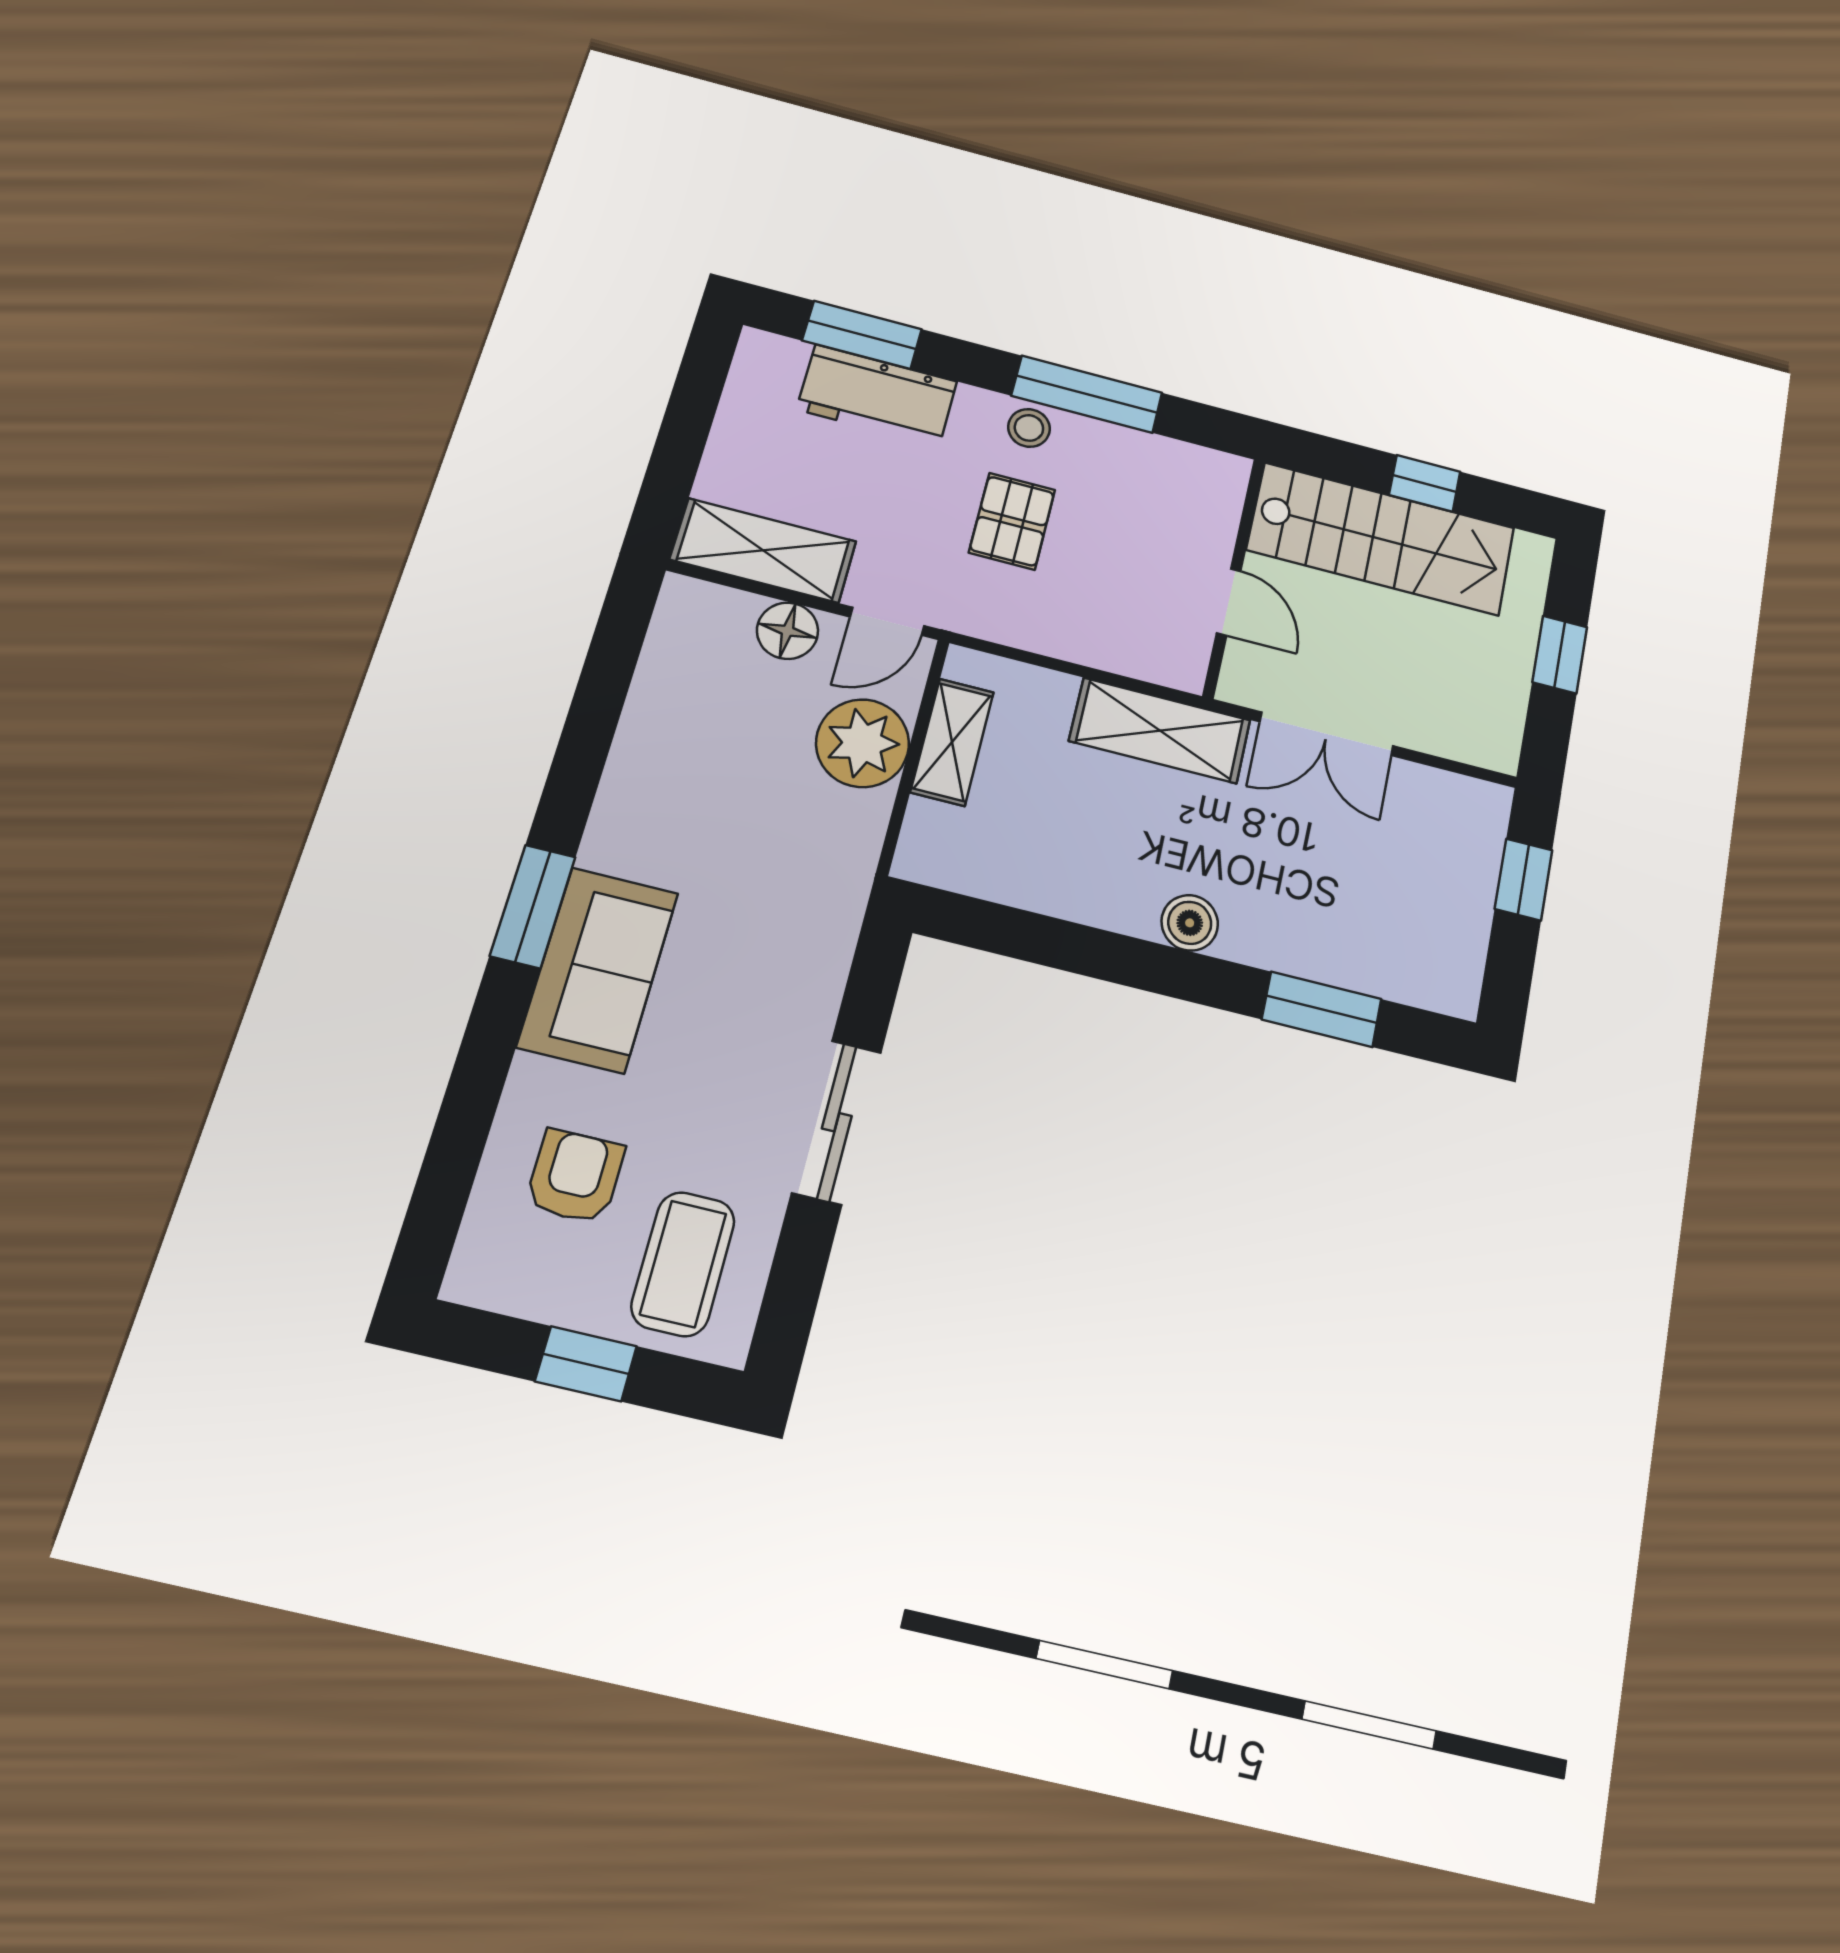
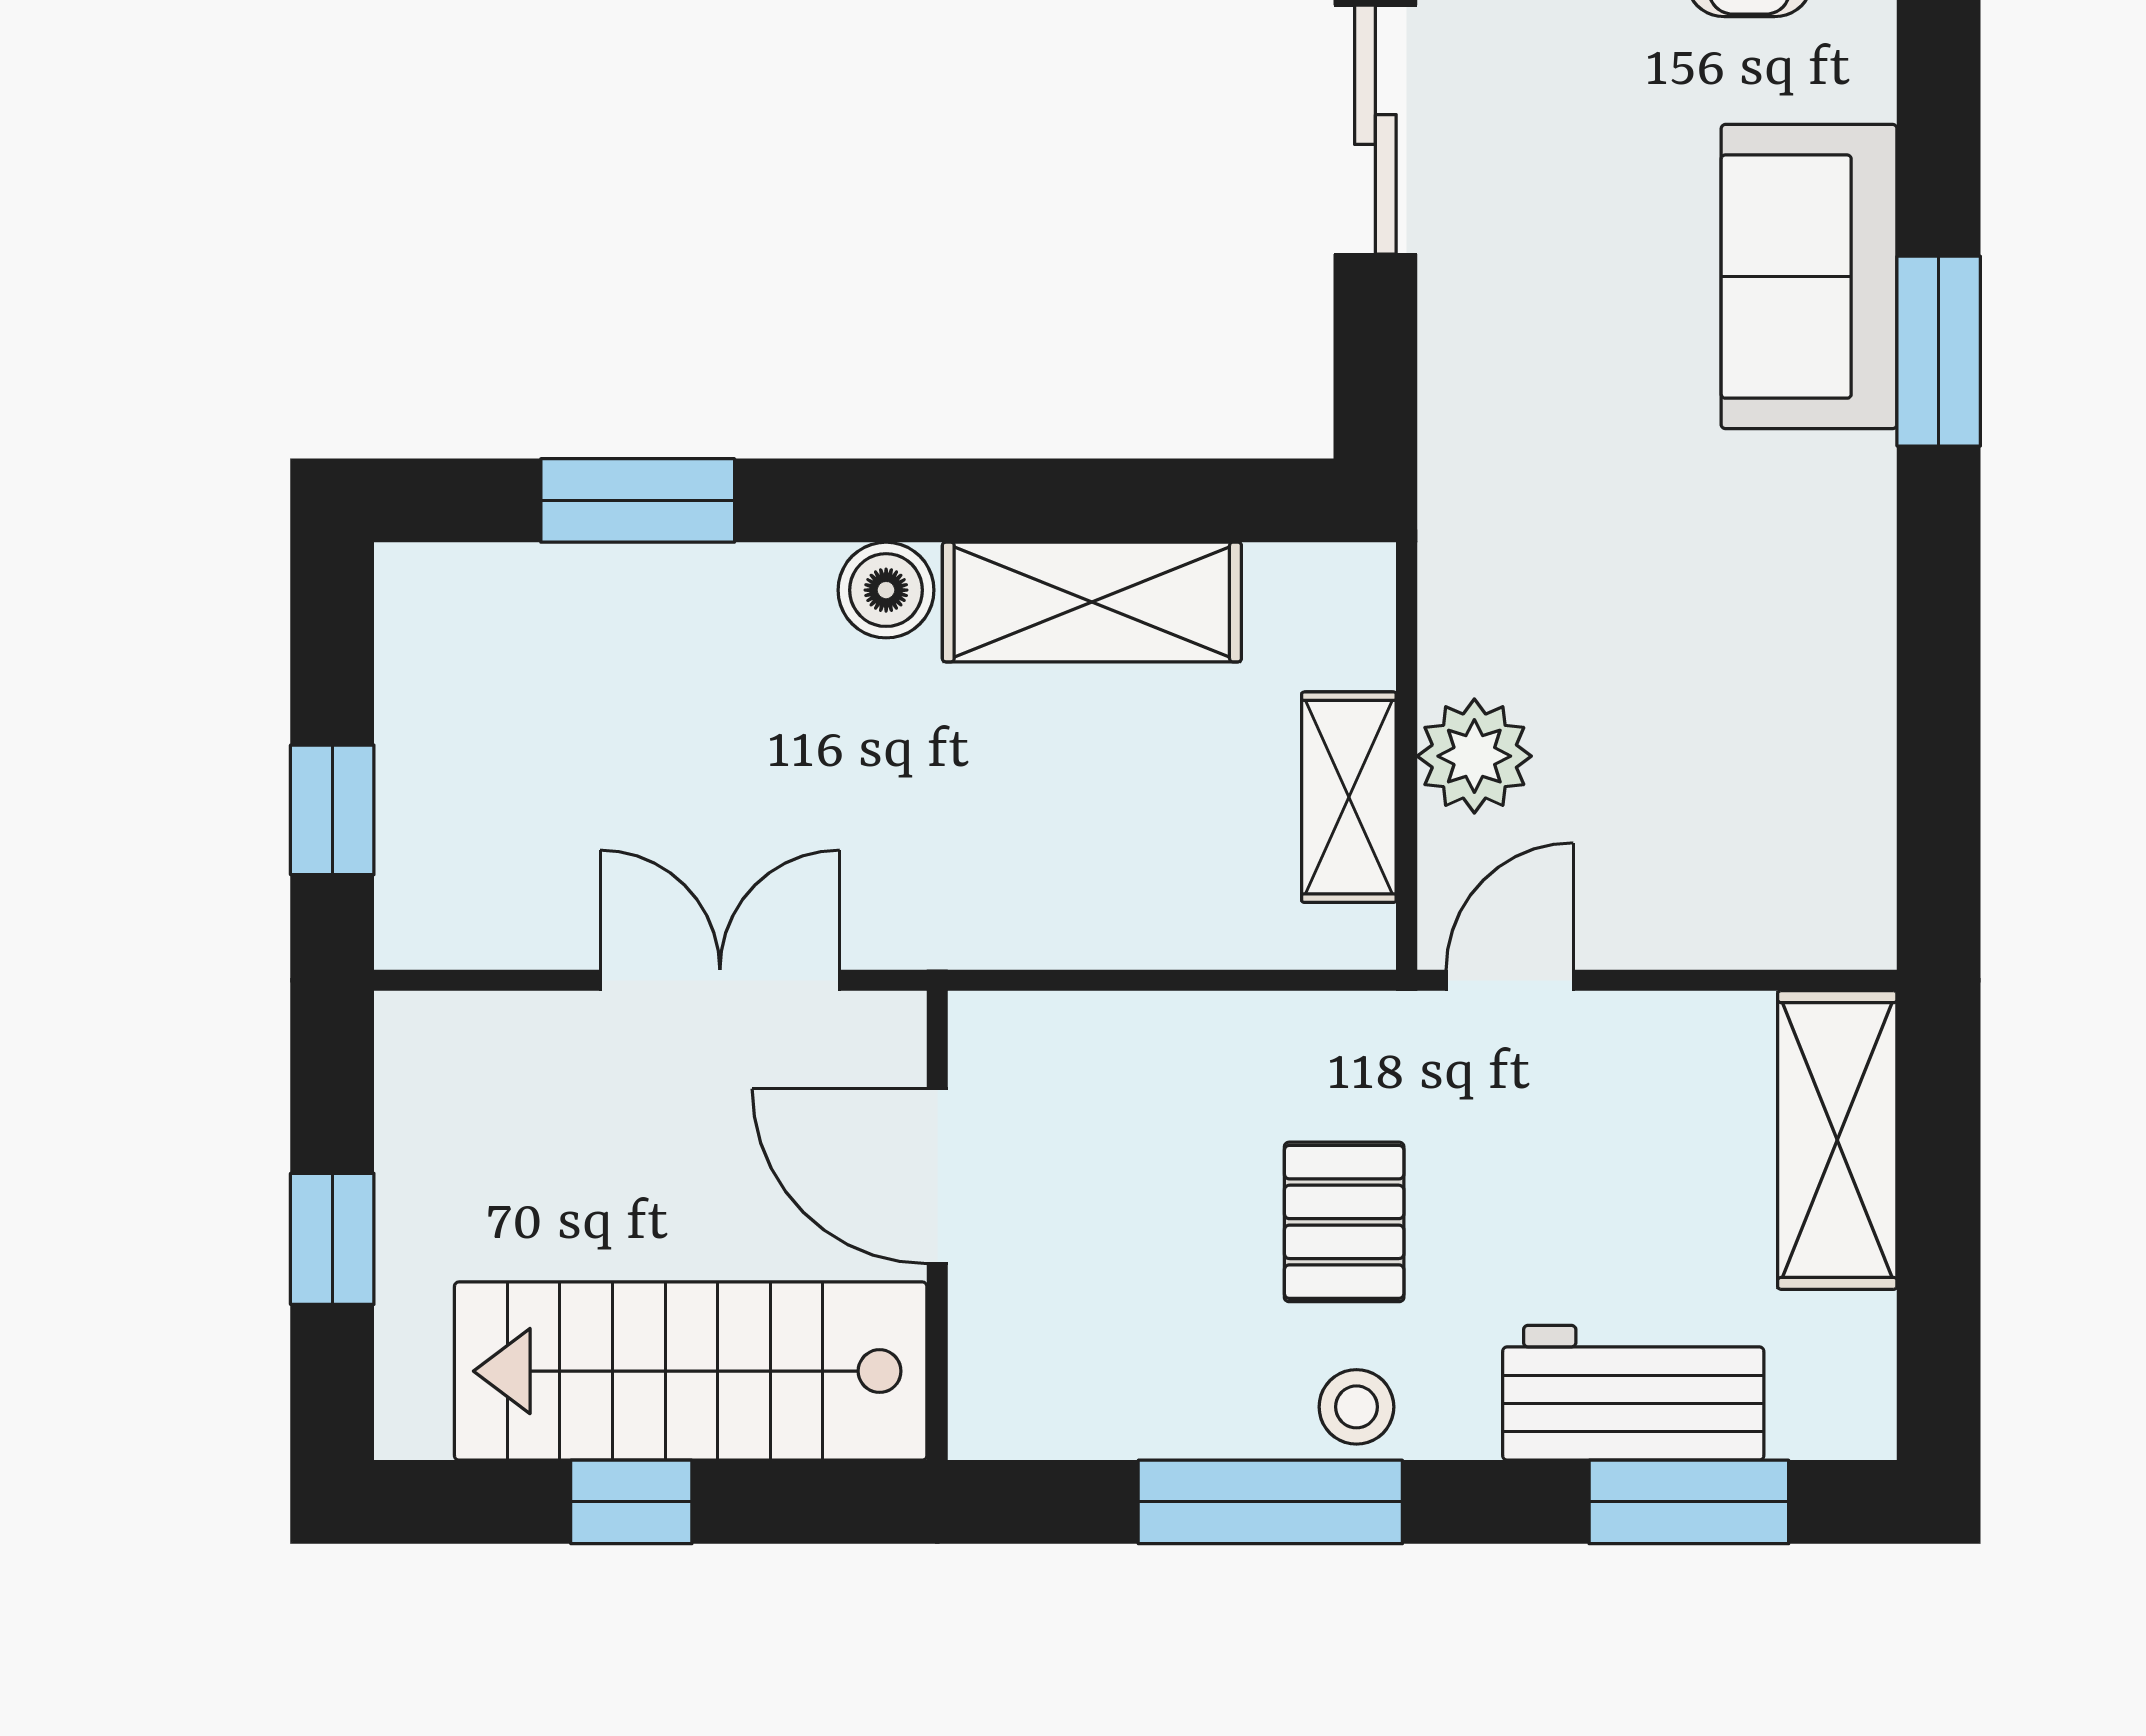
shelving: (763, 550) -> (1837, 1140), moved, turned 90
door: (1229, 602) -> (937, 1176), width x1.38
floor lamp: (788, 631) -> (1669, 918), removed
shelving: (1160, 730) -> (1092, 602), moved
plant: (863, 743) -> (1474, 756), width x0.73, depth x0.73

